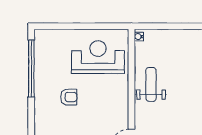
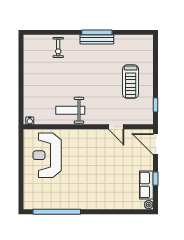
armchair: (69, 97) -> (81, 180), removed

